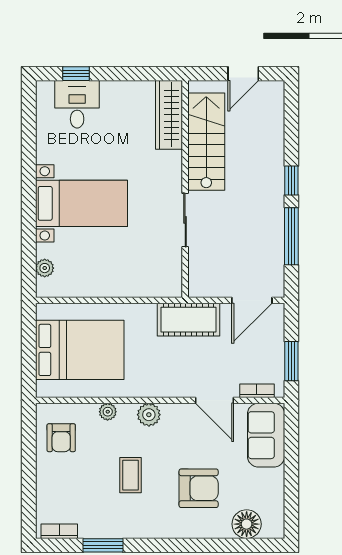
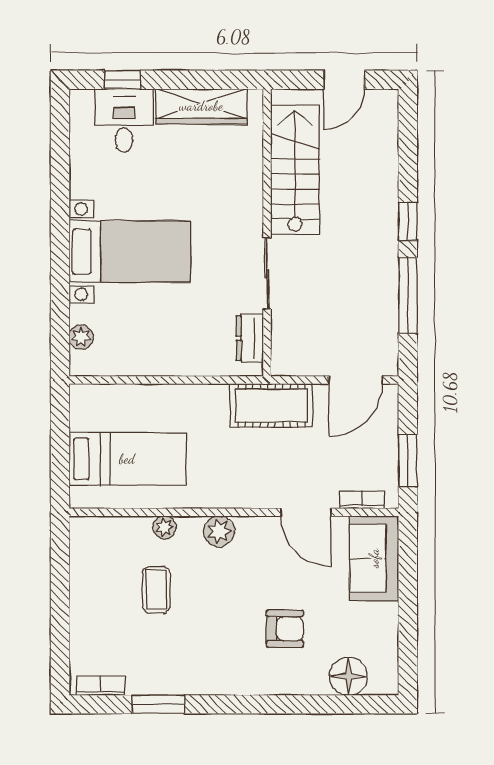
wardrobe: (169, 115) -> (201, 106), moved, turned -90
dresser: (172, 269) -> (250, 338), added
bed: (80, 350) -> (127, 459), width x0.67
armchair: (61, 438) -> (103, 562), removed
coffee table: (130, 475) -> (156, 590), moved
armchair: (199, 488) -> (285, 629), width x0.72, depth x0.72

